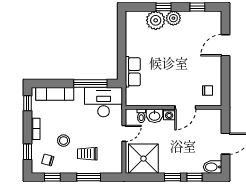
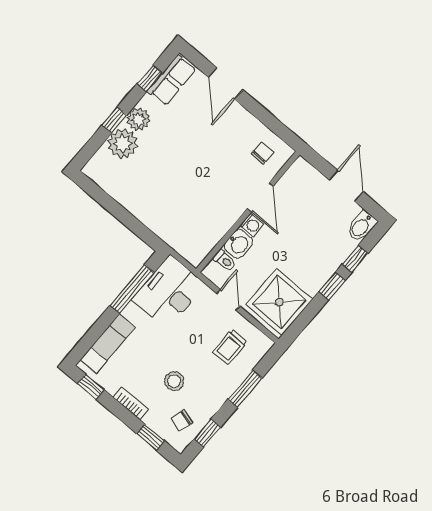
row of seats: (133, 72) -> (172, 80), moved, turned 90
trolley: (87, 154) -> (230, 347), moved

